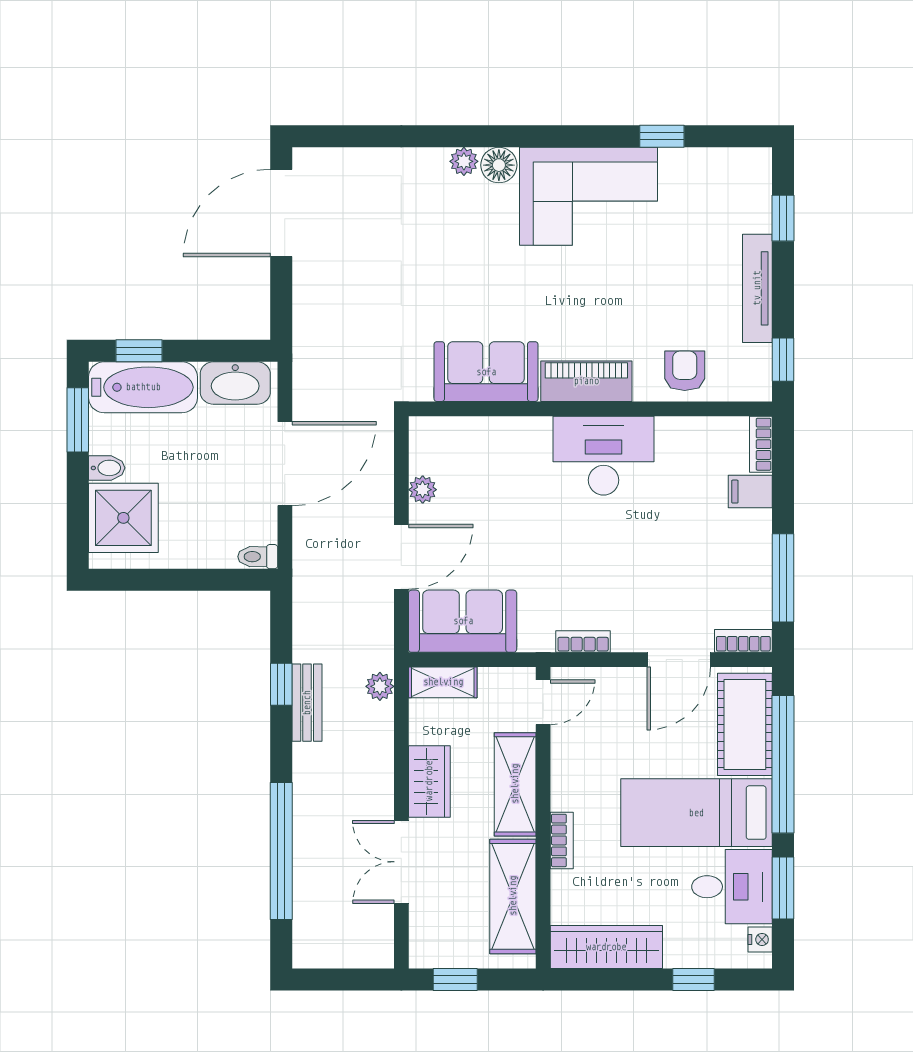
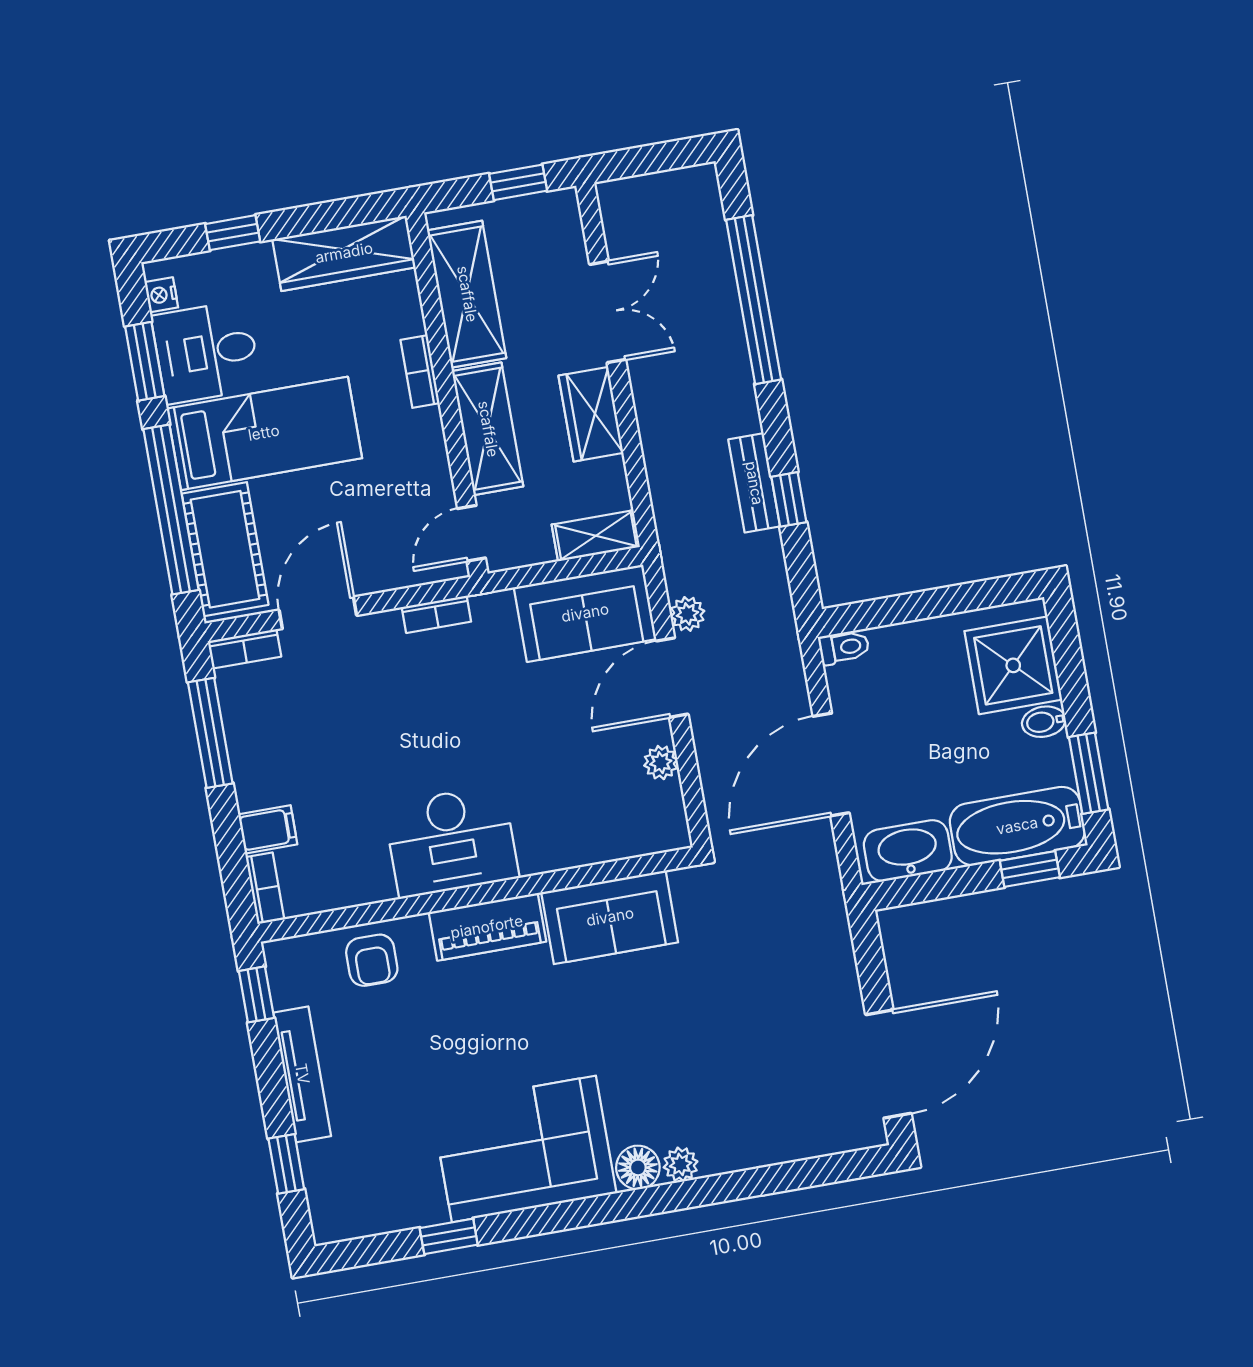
plant: (380, 686) -> (687, 614), moved

